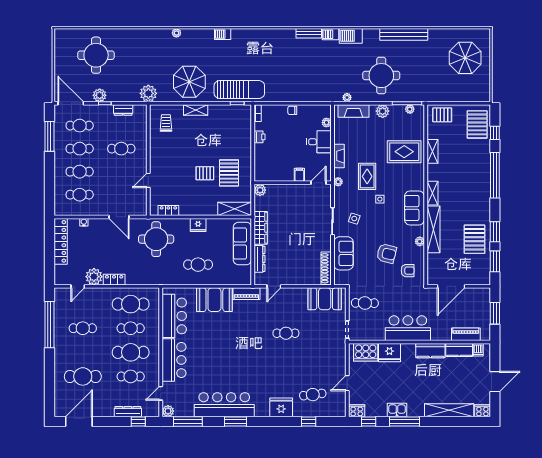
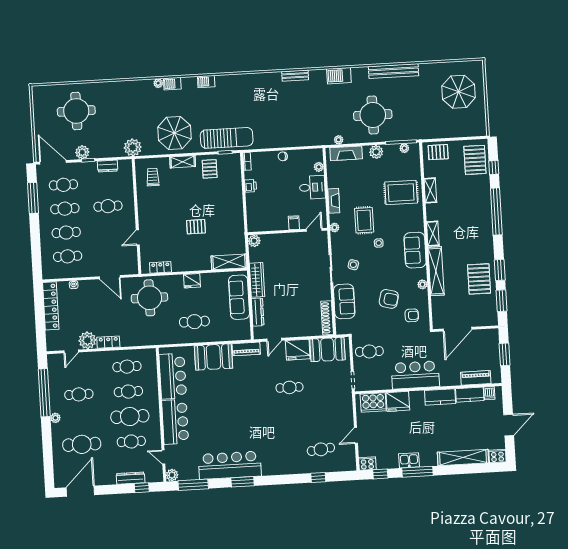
barbecue: (330, 34) -> (172, 84), moved
pallet: (229, 173) -> (210, 169), moved, width x0.67, depth x0.71
cafe table: (131, 304) -> (127, 367), width x0.73, depth x0.74
plant: (59, 350) -> (55, 418), added
door: (161, 393) -> (163, 457), hinge flipped
fridge: (281, 407) -> (298, 350), moved, turned 180

